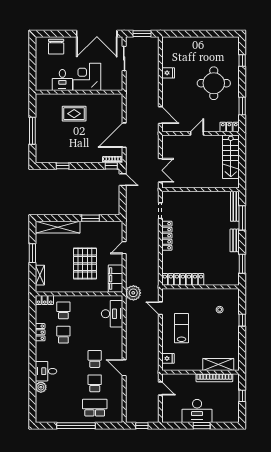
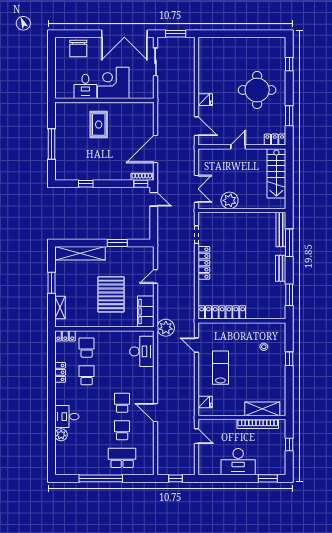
fridge: (168, 73) -> (205, 100), moved
rug: (74, 114) -> (99, 124), turned 90
plant: (189, 181) -> (230, 200), added
window: (202, 426) -> (268, 478), moved

